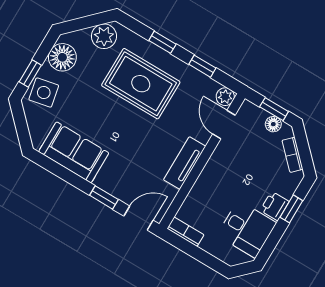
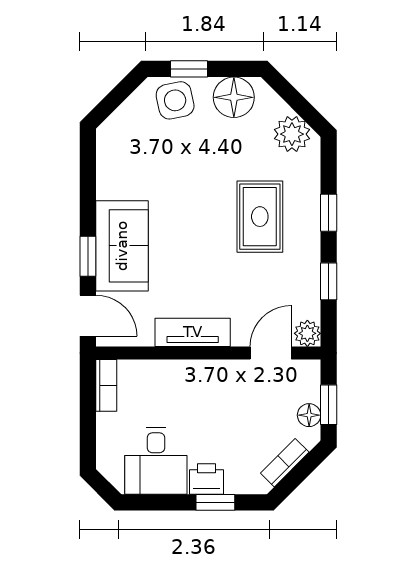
rug: (141, 84) -> (260, 217), width x0.73, depth x0.70
sofa: (74, 152) -> (122, 246), moved

